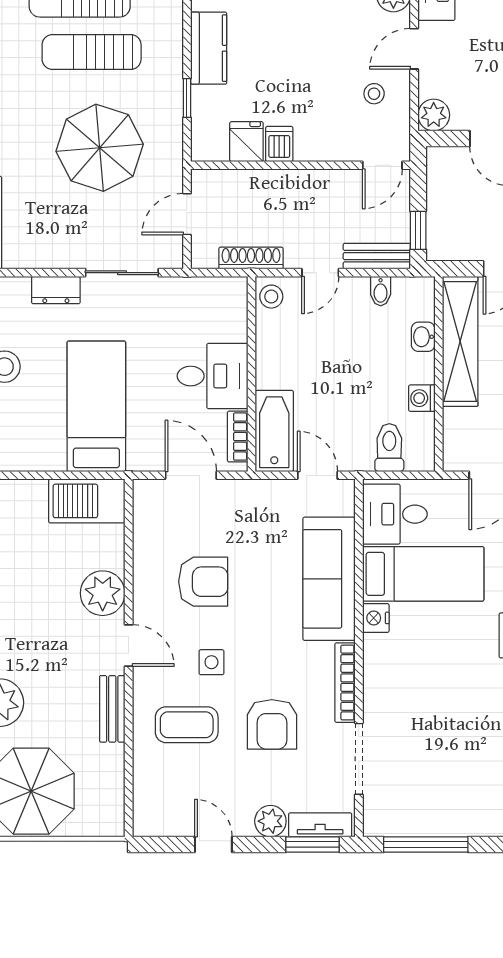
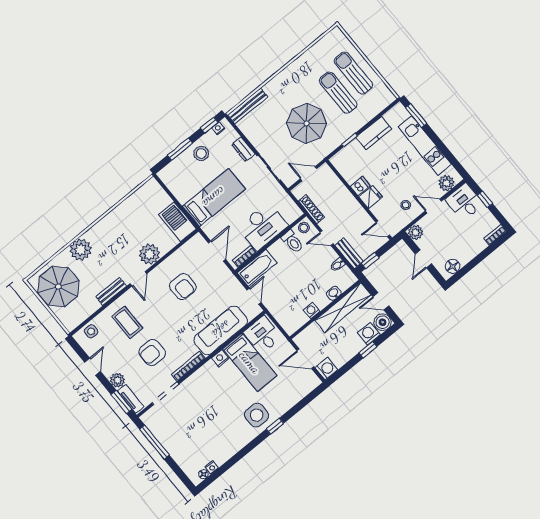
fridge: (246, 142) -> (371, 197), moved
desk: (212, 376) -> (263, 226), width x1.37
toilet: (389, 448) -> (292, 242), moved, turned 90
side table: (211, 662) -> (91, 331), moved

